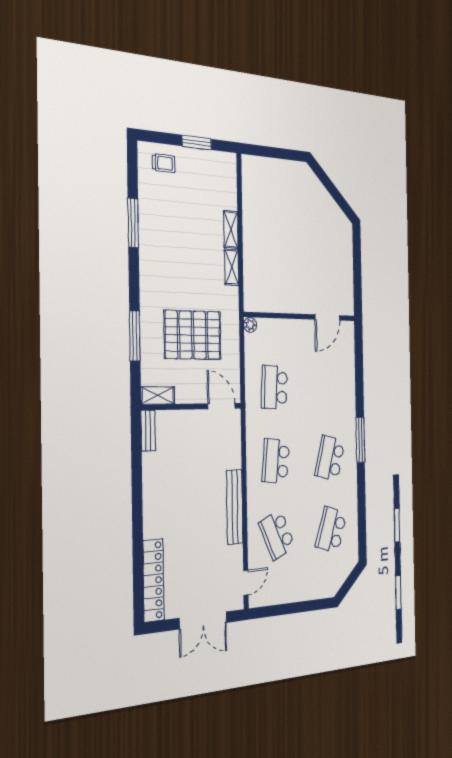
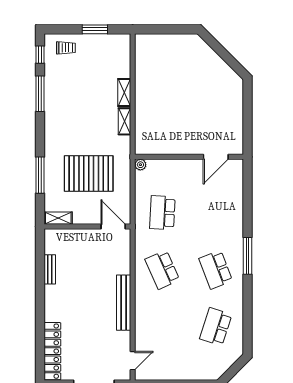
window: (132, 169) -> (40, 55), added
bench: (148, 431) -> (50, 269), moved
school desk: (330, 458) -> (216, 270), turned -36
school desk: (276, 461) -> (162, 270), turned -30
school desk: (277, 535) -> (162, 327), removed

